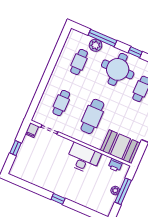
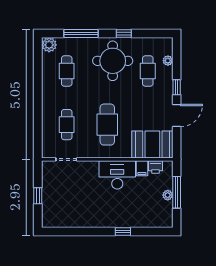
plant: (96, 45) -> (49, 45), moved
filing cabinet: (32, 130) -> (142, 168), moved
window: (58, 199) -> (123, 231), moved

